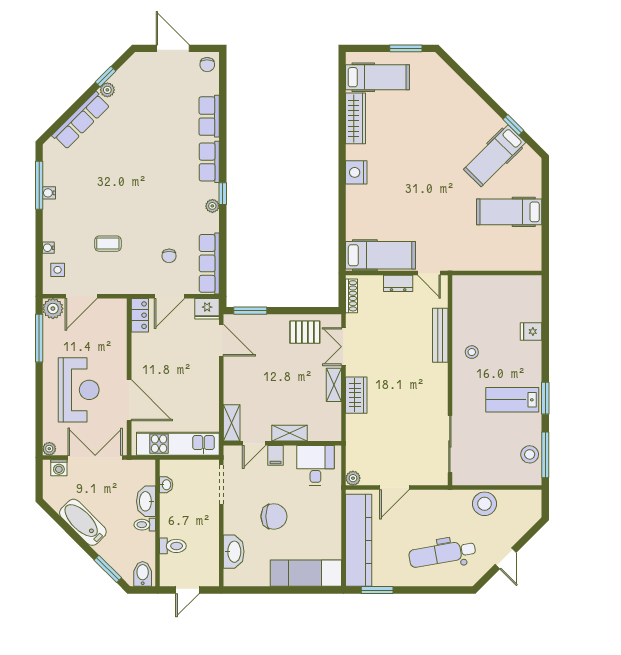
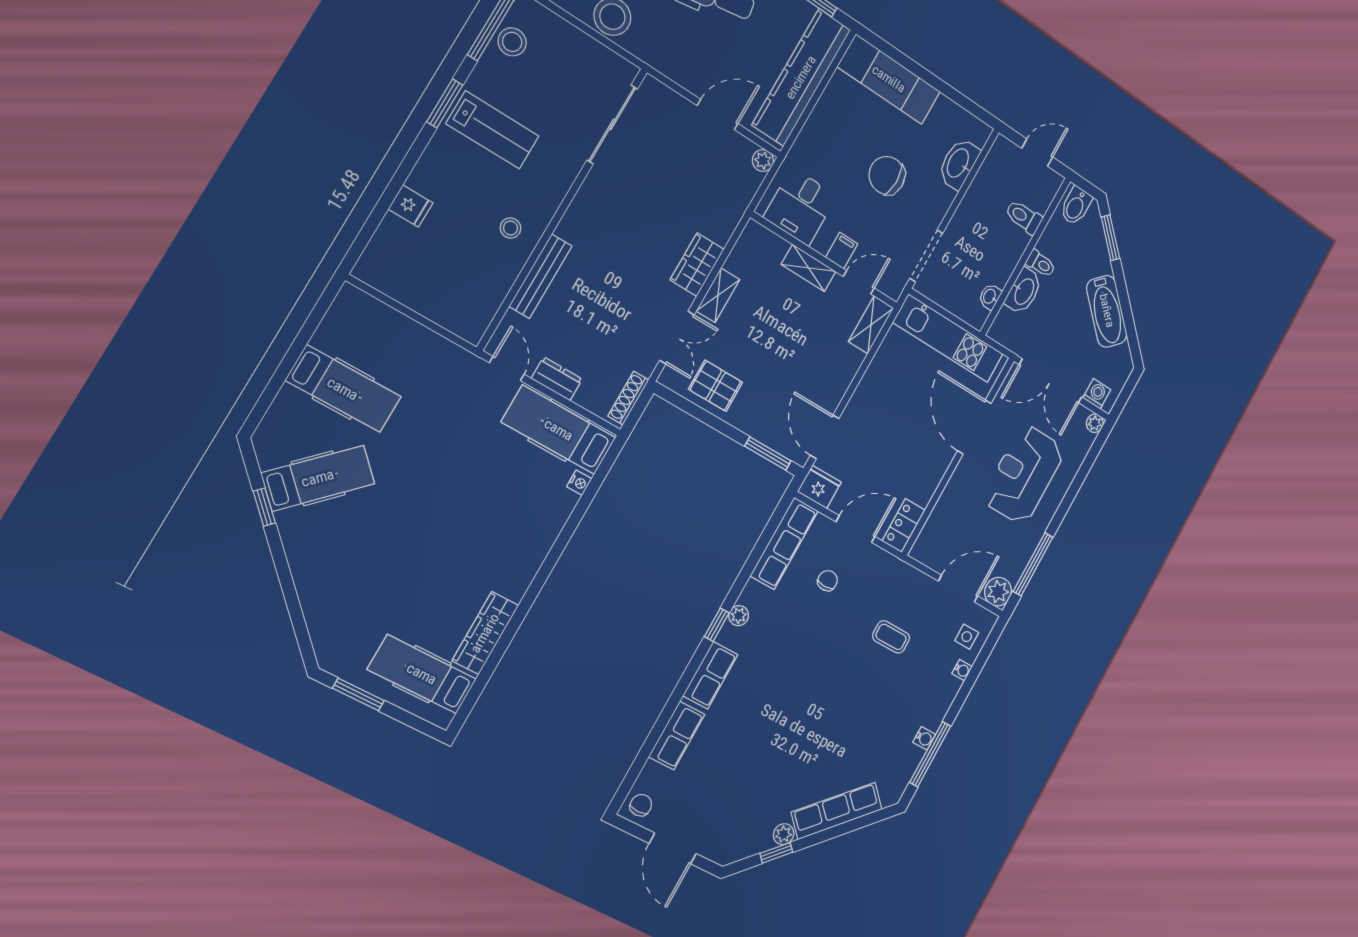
nightstand: (356, 172) -> (579, 483), moved, width x0.53, depth x0.56

